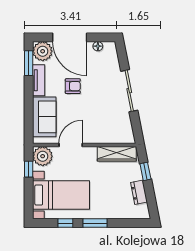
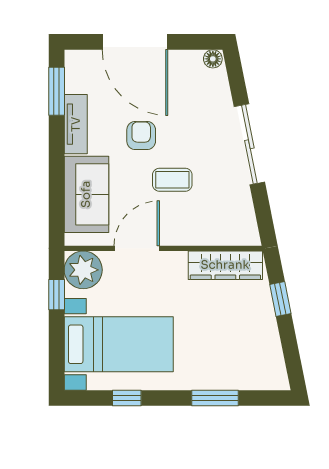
floor lamp: (98, 46) -> (213, 59), moved
plant: (43, 51) -> (83, 69), removed
armchair: (73, 86) -> (141, 135), turned -90
coffee table: (89, 109) -> (172, 180), added
dresser: (139, 192) -> (268, 339), removed
window: (95, 223) -> (215, 398), moved

